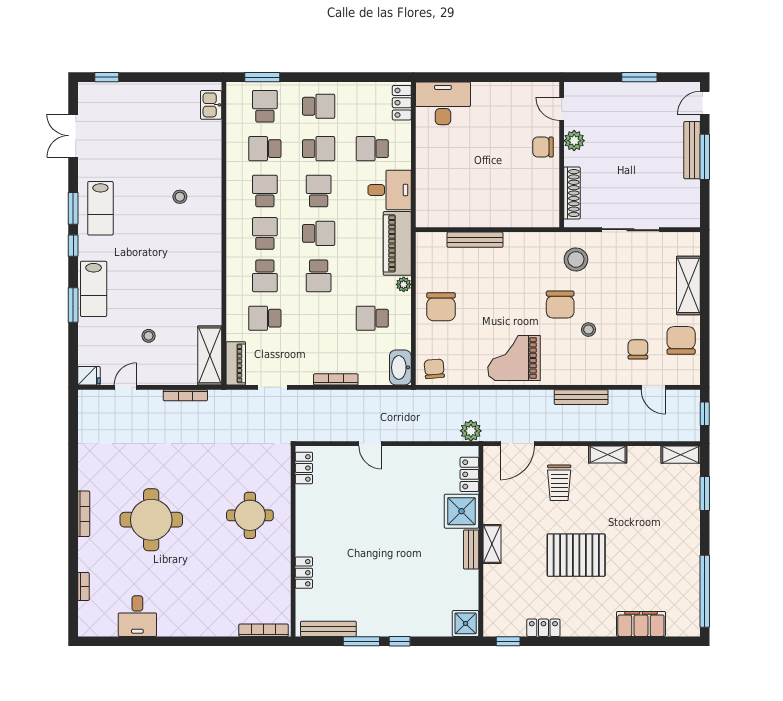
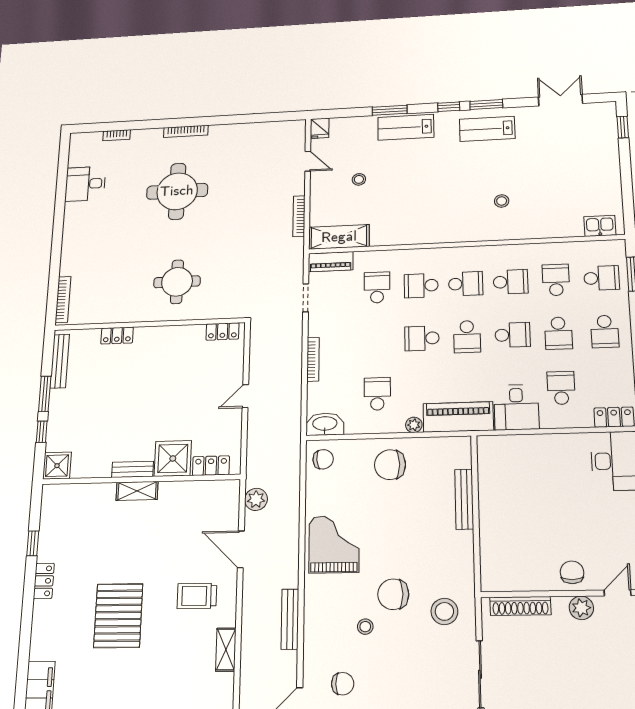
locker: (469, 474) -> (211, 466), moved
shower: (462, 511) -> (173, 458), moved
wall: (481, 541) -> (141, 479), moved
shelving: (492, 544) -> (137, 491), moved
bench: (471, 550) -> (133, 469), moved
shower: (466, 623) -> (57, 466), moved

